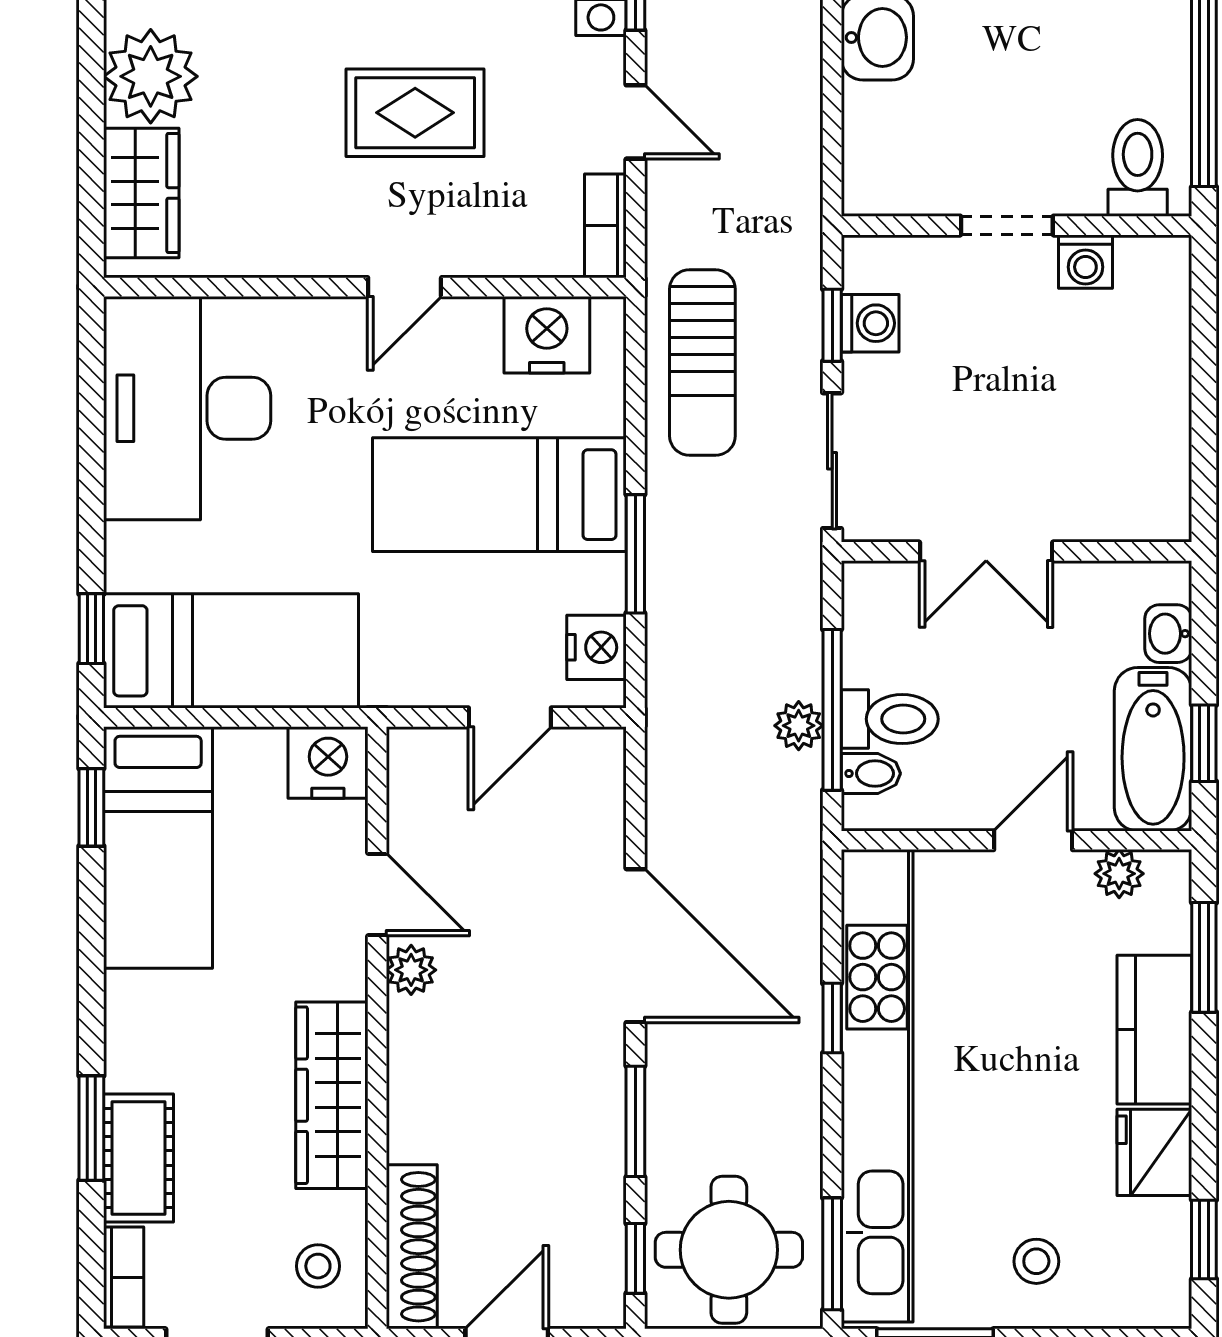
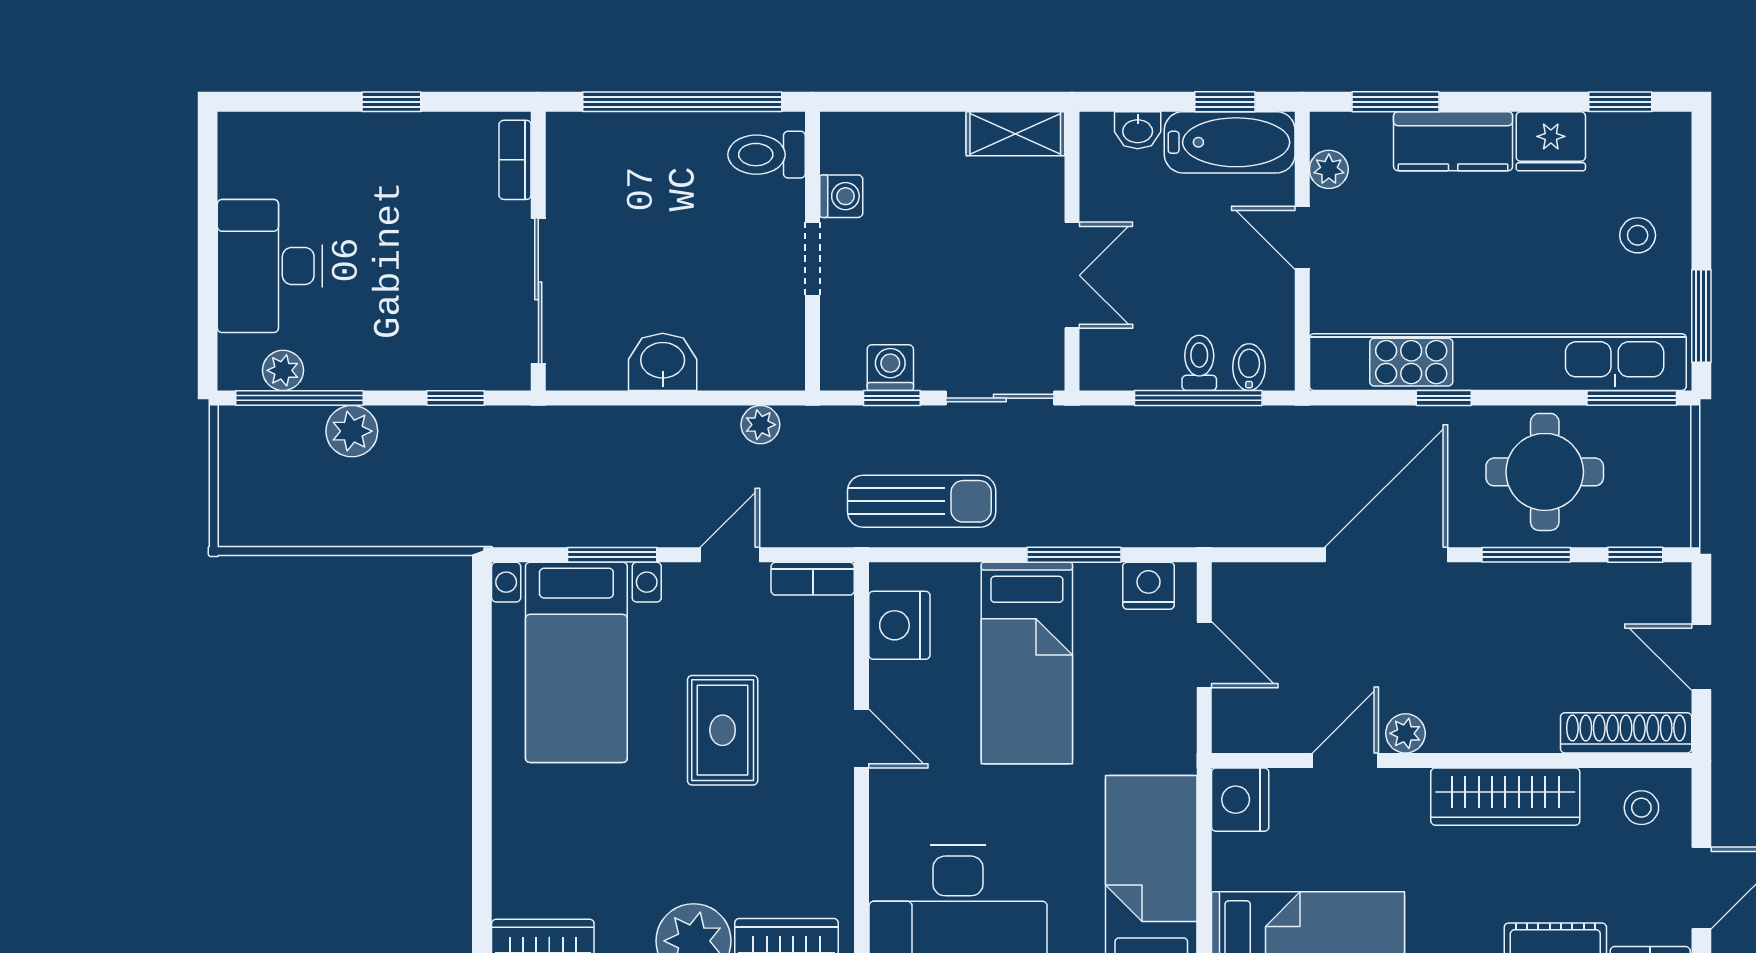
shelving: (1164, 480) -> (1015, 134), added
toilet: (890, 719) -> (1199, 363), width x0.73, depth x0.72
plant: (799, 726) -> (760, 425), moved
round table: (729, 1250) -> (1545, 472), moved

